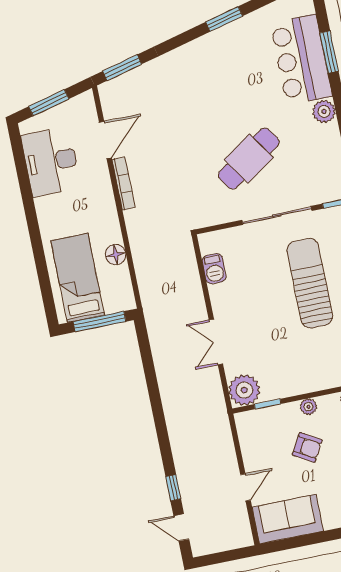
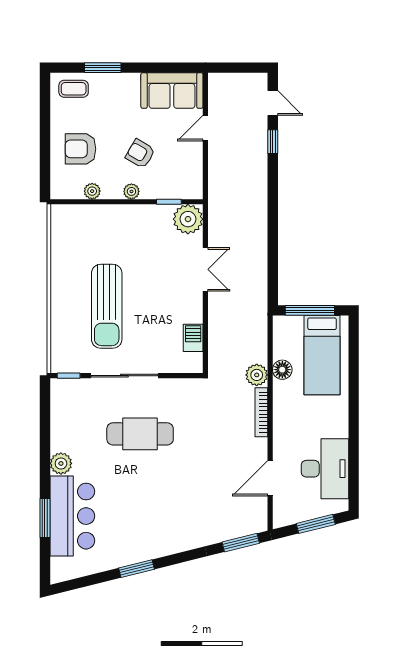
cafe table: (249, 159) -> (140, 434), turned 34
bookcase: (124, 184) -> (261, 412), moved
plant: (141, 244) -> (257, 375), added

